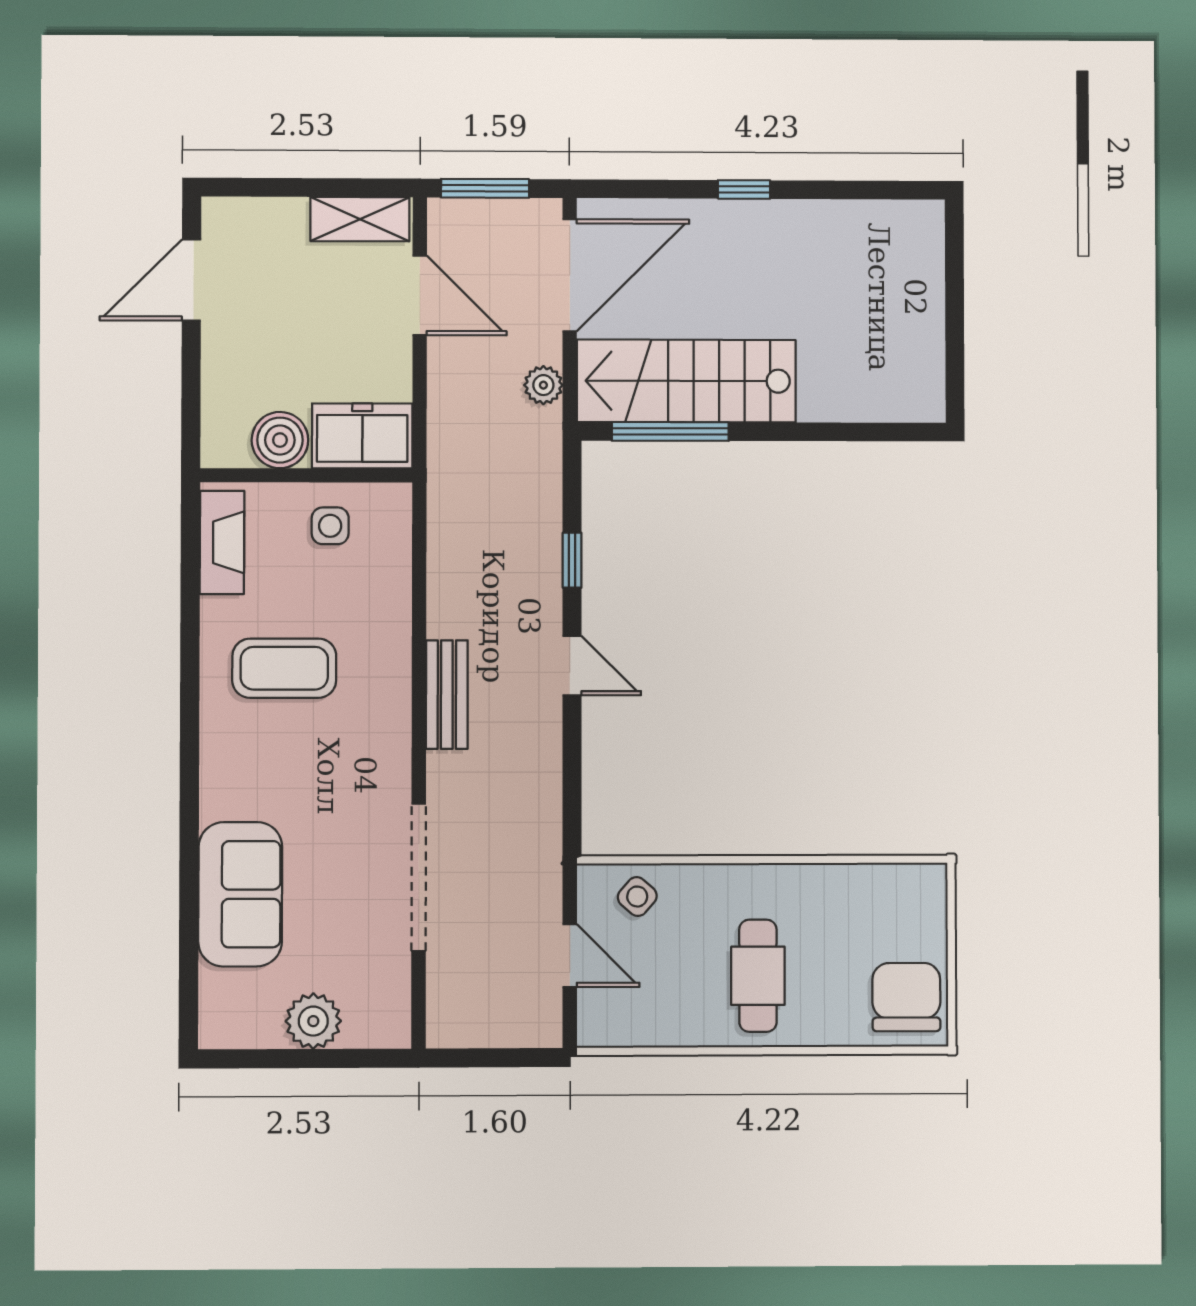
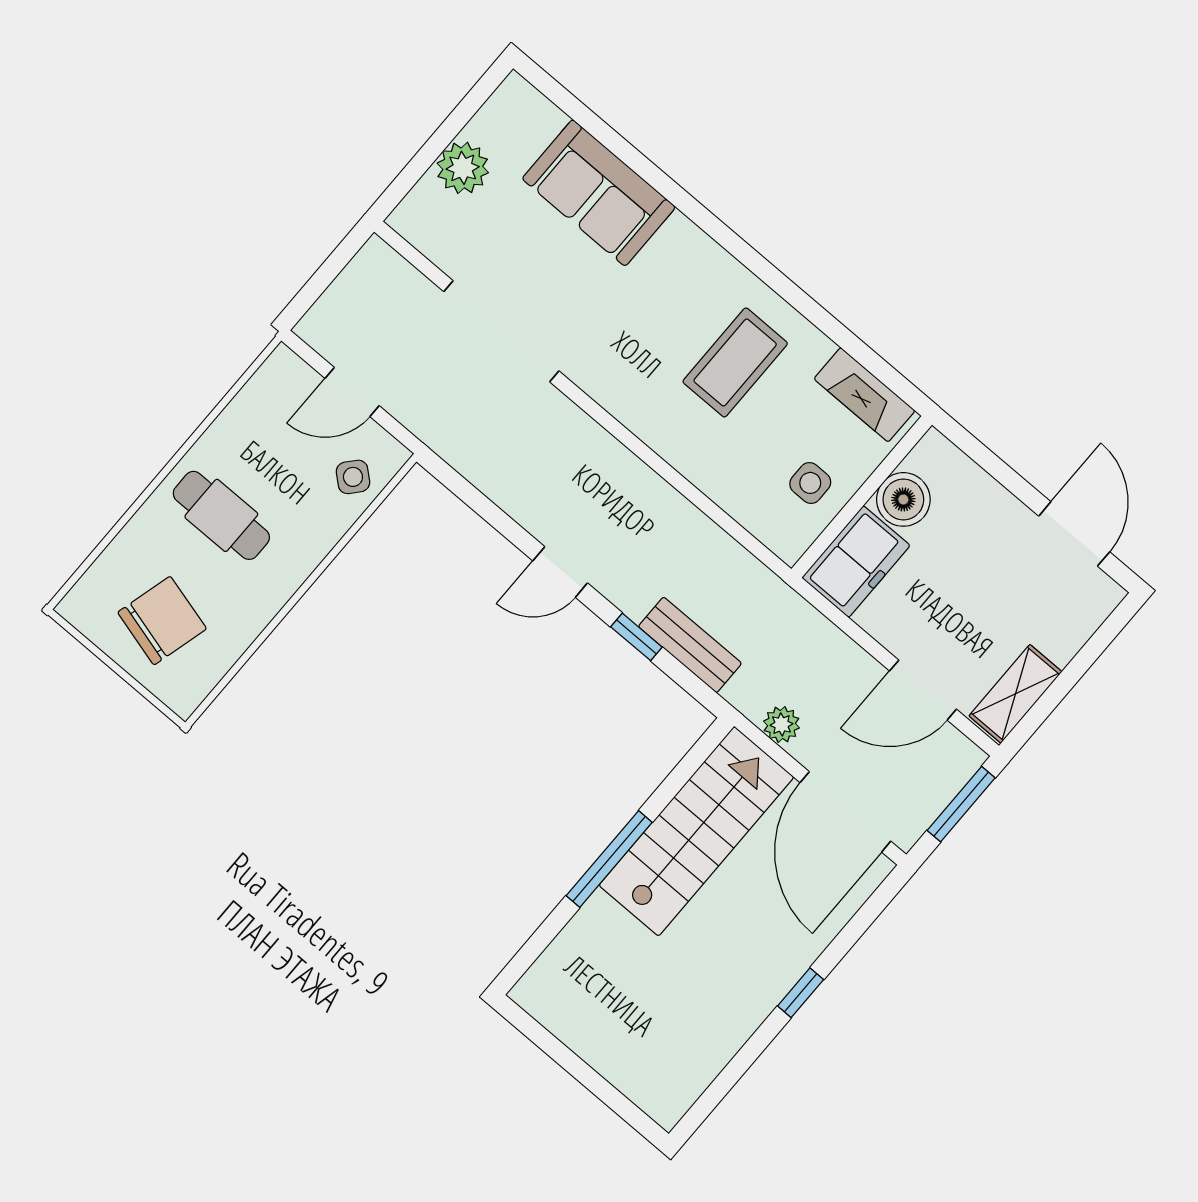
window: (670, 431) -> (609, 859), moved
bench: (447, 695) -> (690, 645), moved
chair: (906, 997) -> (162, 621), moved, turned -75

